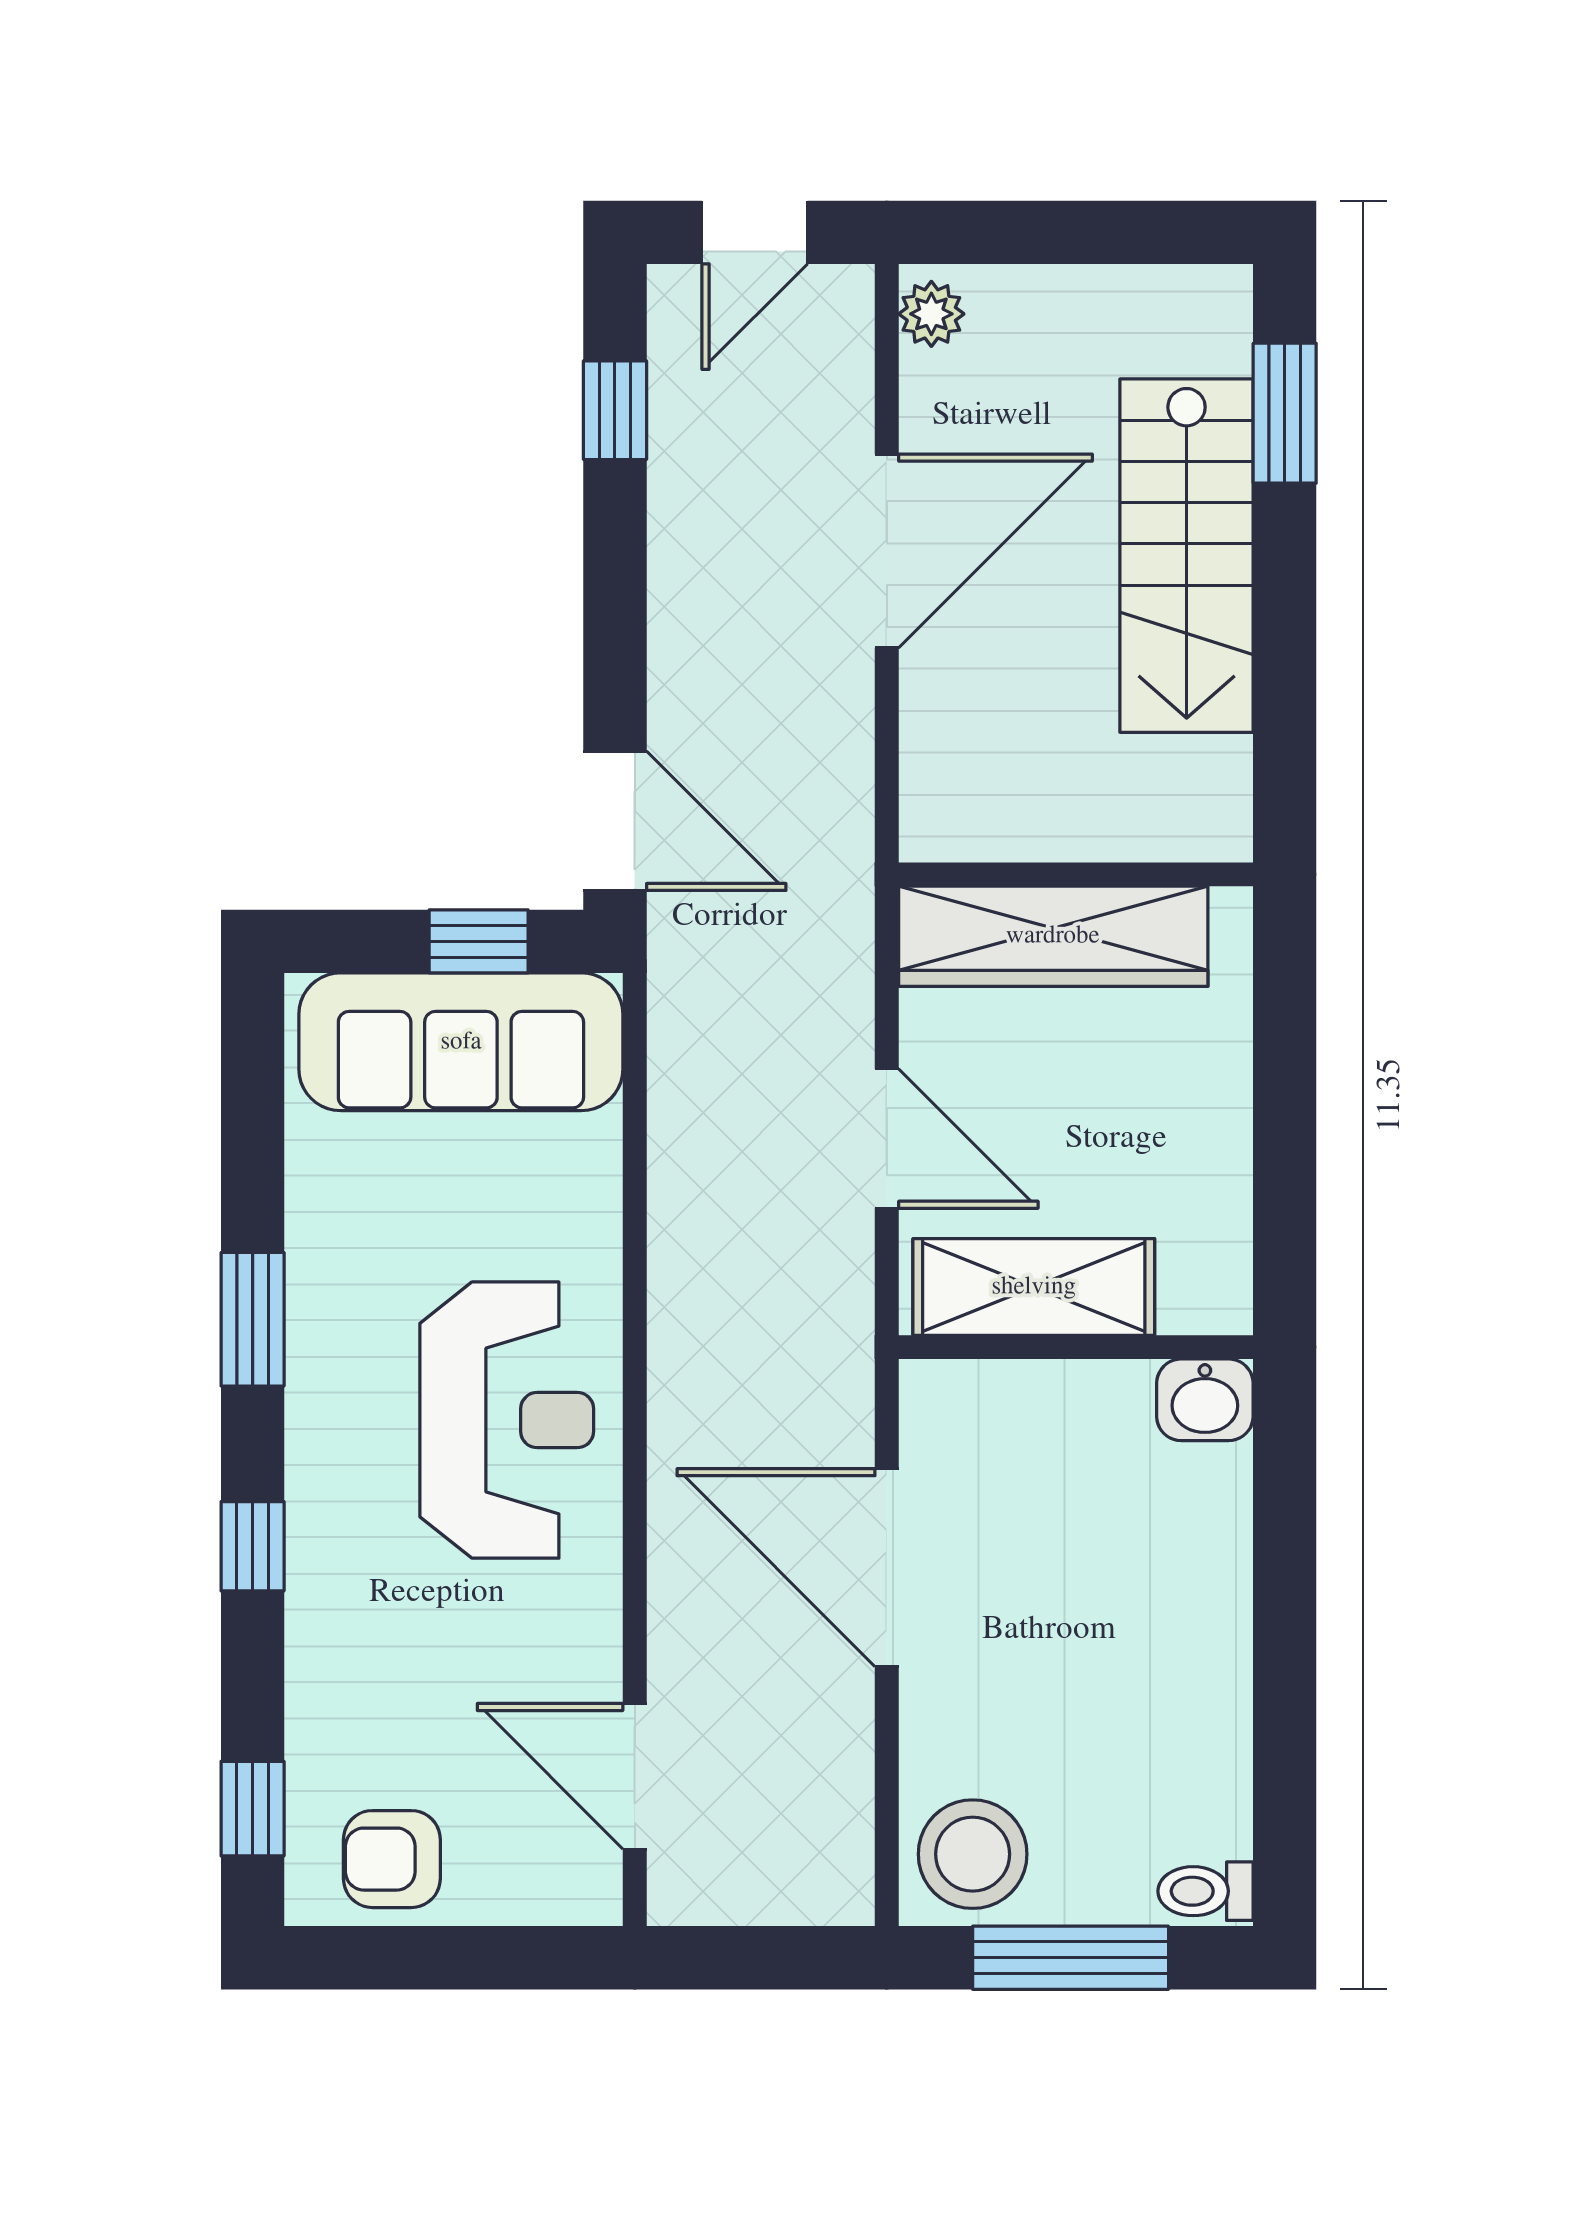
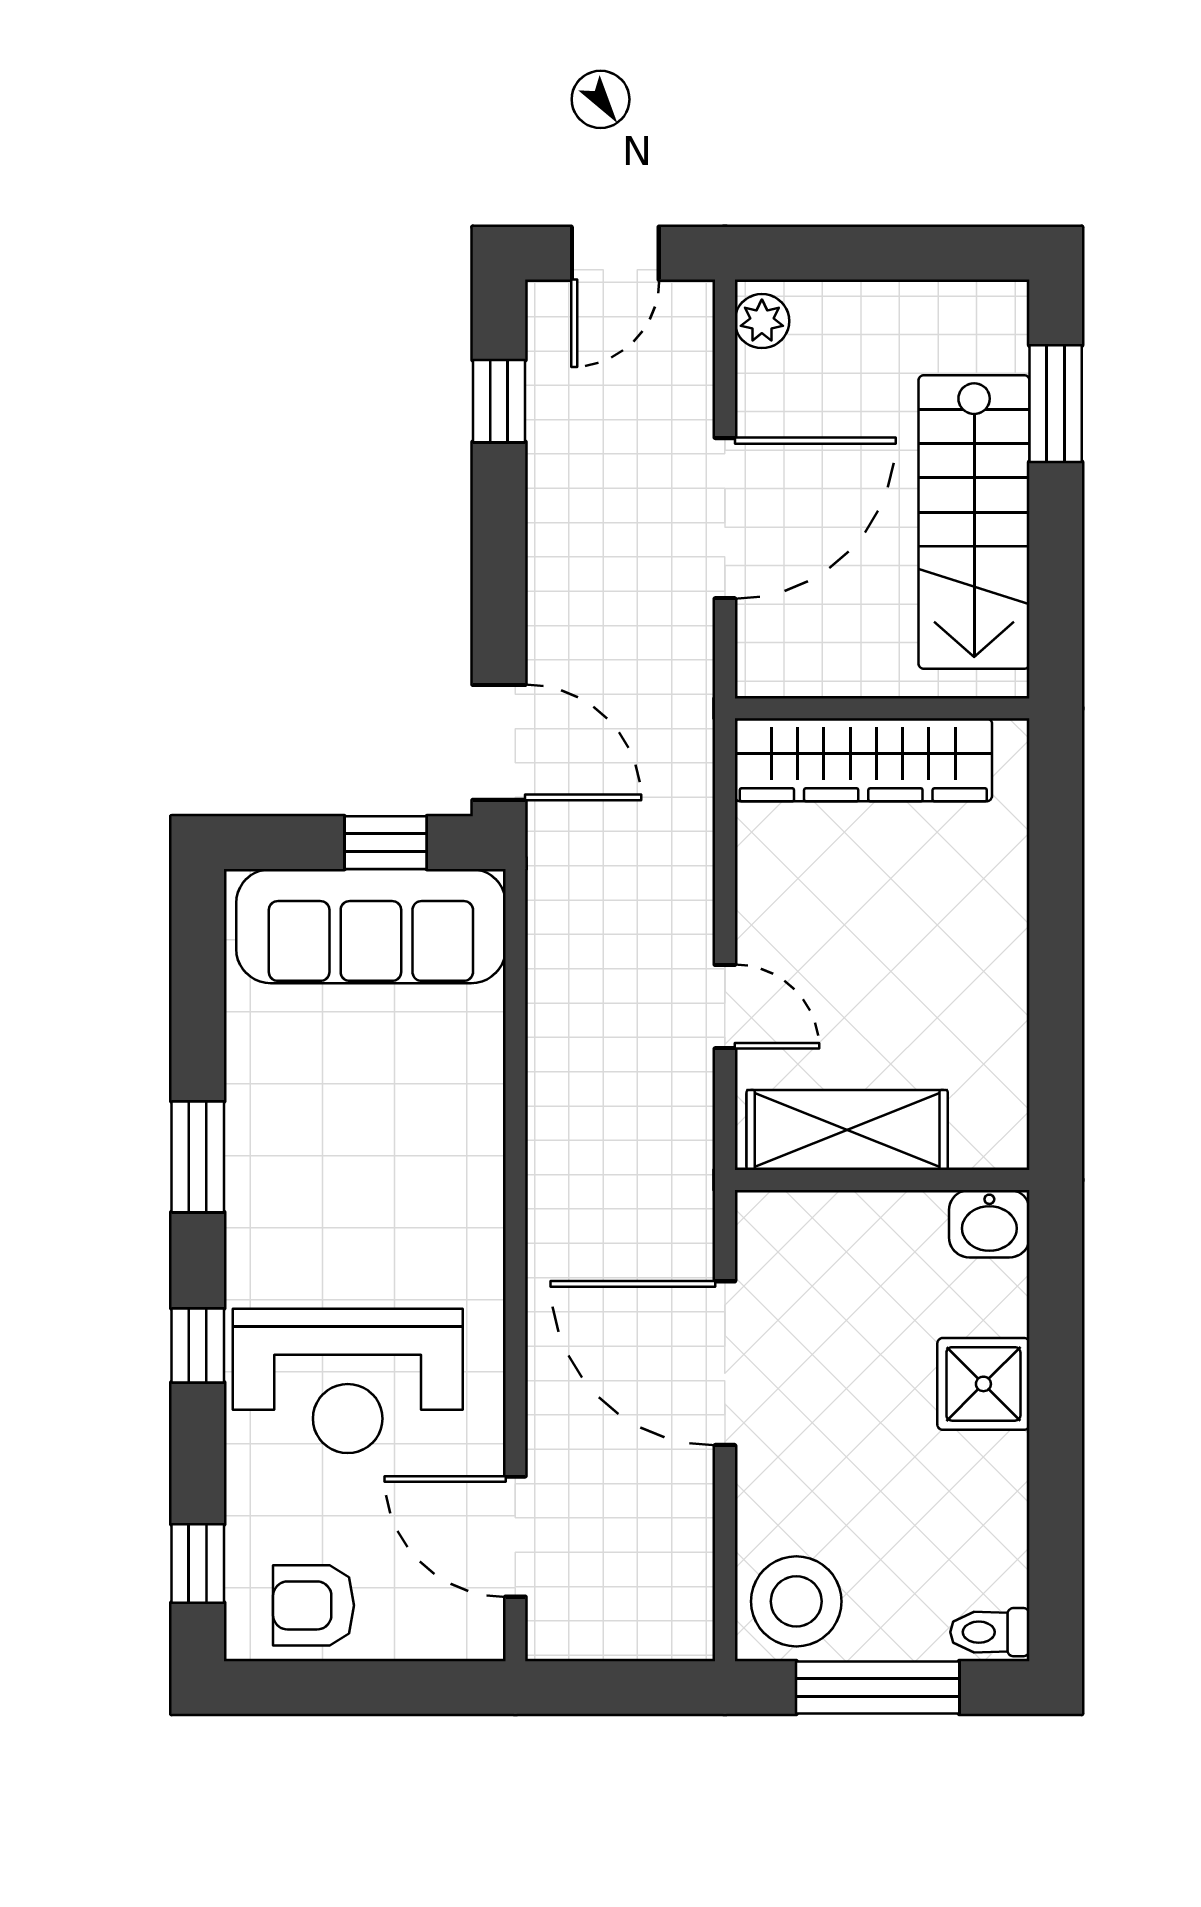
wall: (1076, 874) -> (882, 708), moved
wardrobe: (1053, 936) -> (863, 760), moved
door: (887, 1139) -> (725, 1007), width x0.73
reception desk: (507, 1420) -> (348, 1381), moved, turned 90
shower: (1198, 1593) -> (983, 1384), added

